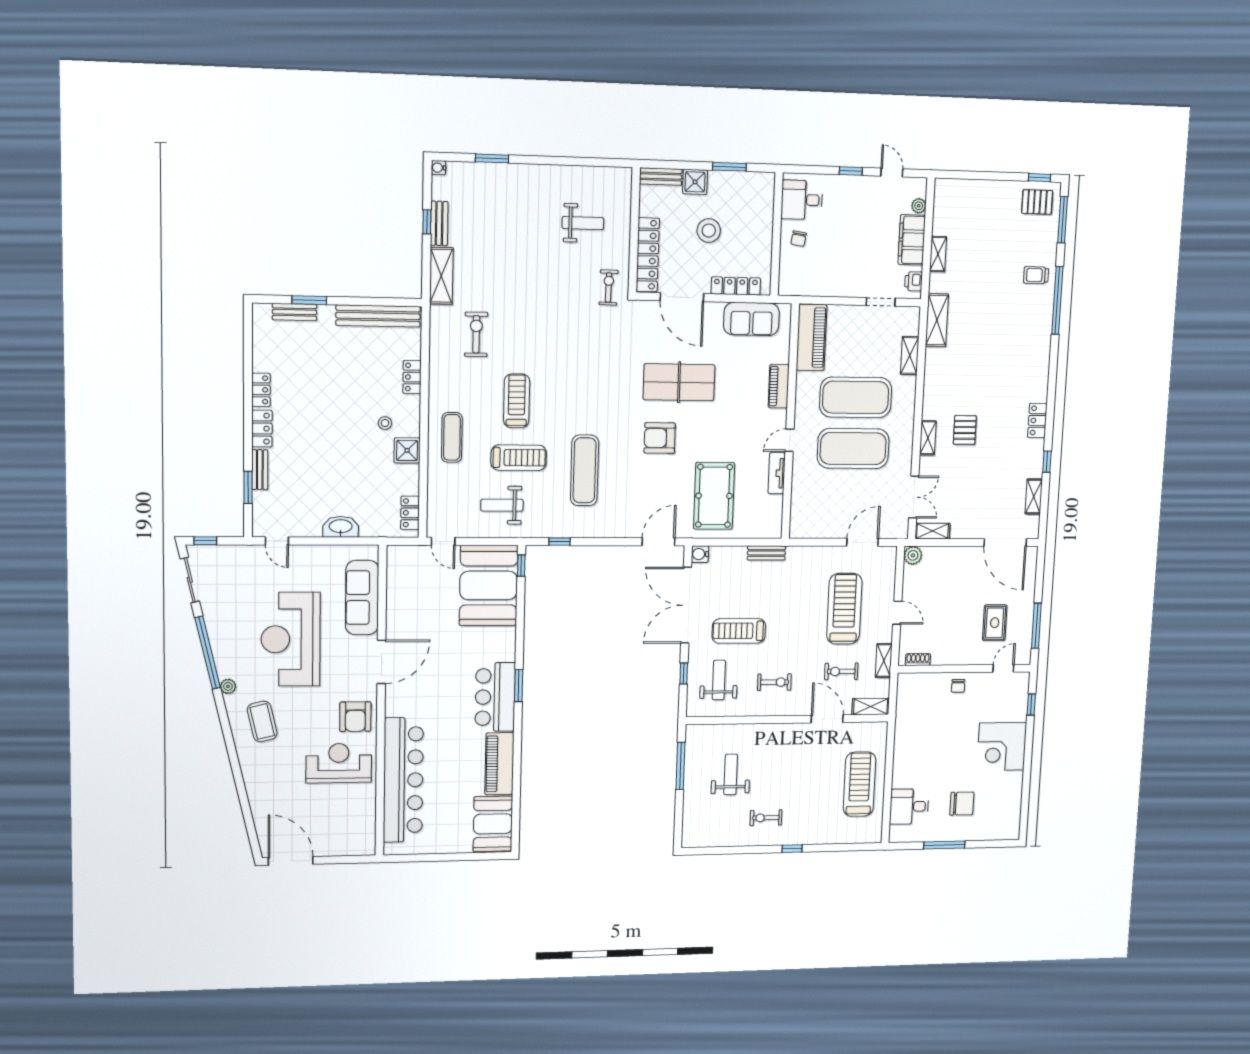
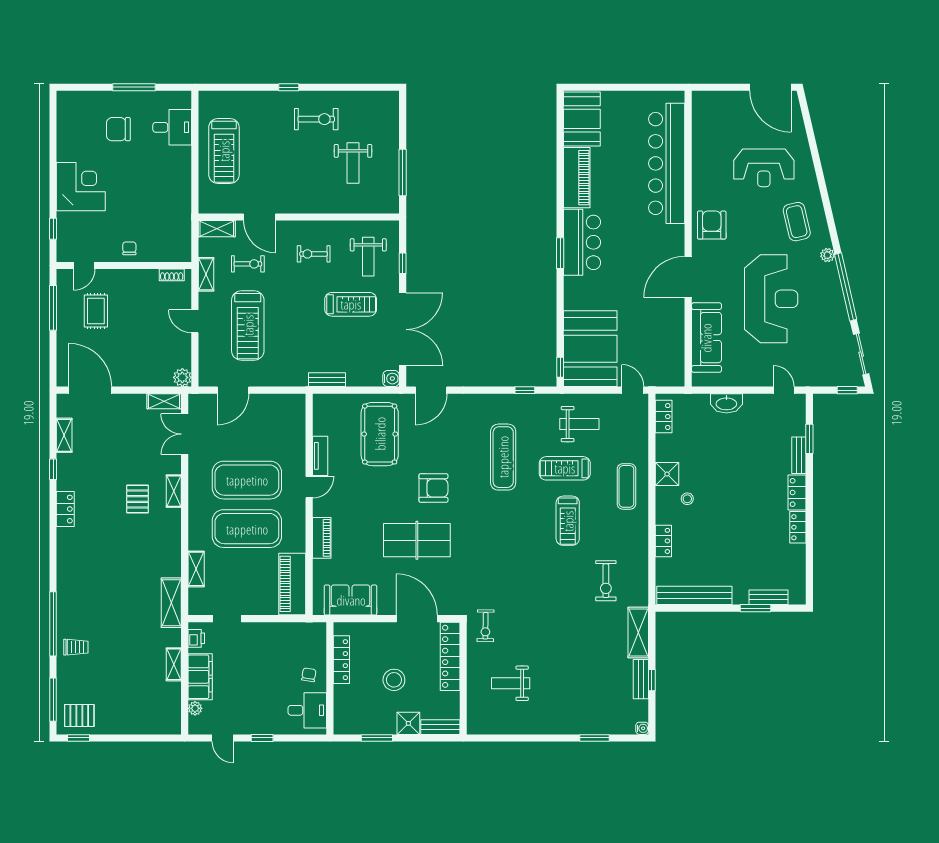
locker: (736, 286) -> (341, 660), moved, turned -90
reception desk: (339, 763) -> (764, 168), moved
exercise bike: (766, 818) -> (316, 119), width x1.38, depth x1.39

